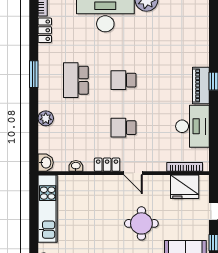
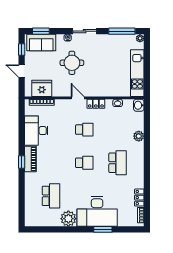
school desk: (171, 33) -> (51, 196), added
window: (34, 74) -> (147, 167), removed

